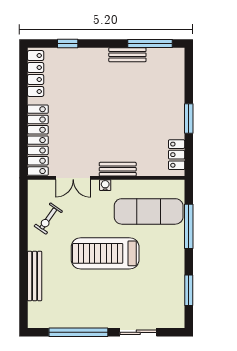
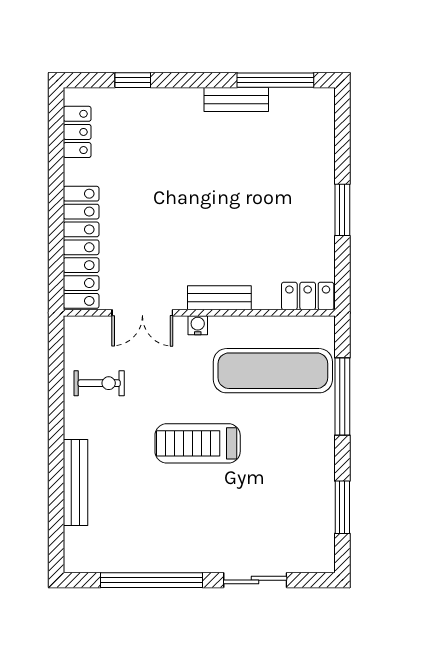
locker: (36, 73) -> (77, 132), width x0.66
locker: (177, 155) -> (308, 296), moved, turned 90
exercise bike: (48, 219) -> (99, 383), turned -125
treadmill: (105, 253) -> (198, 443), width x0.73, depth x0.73

